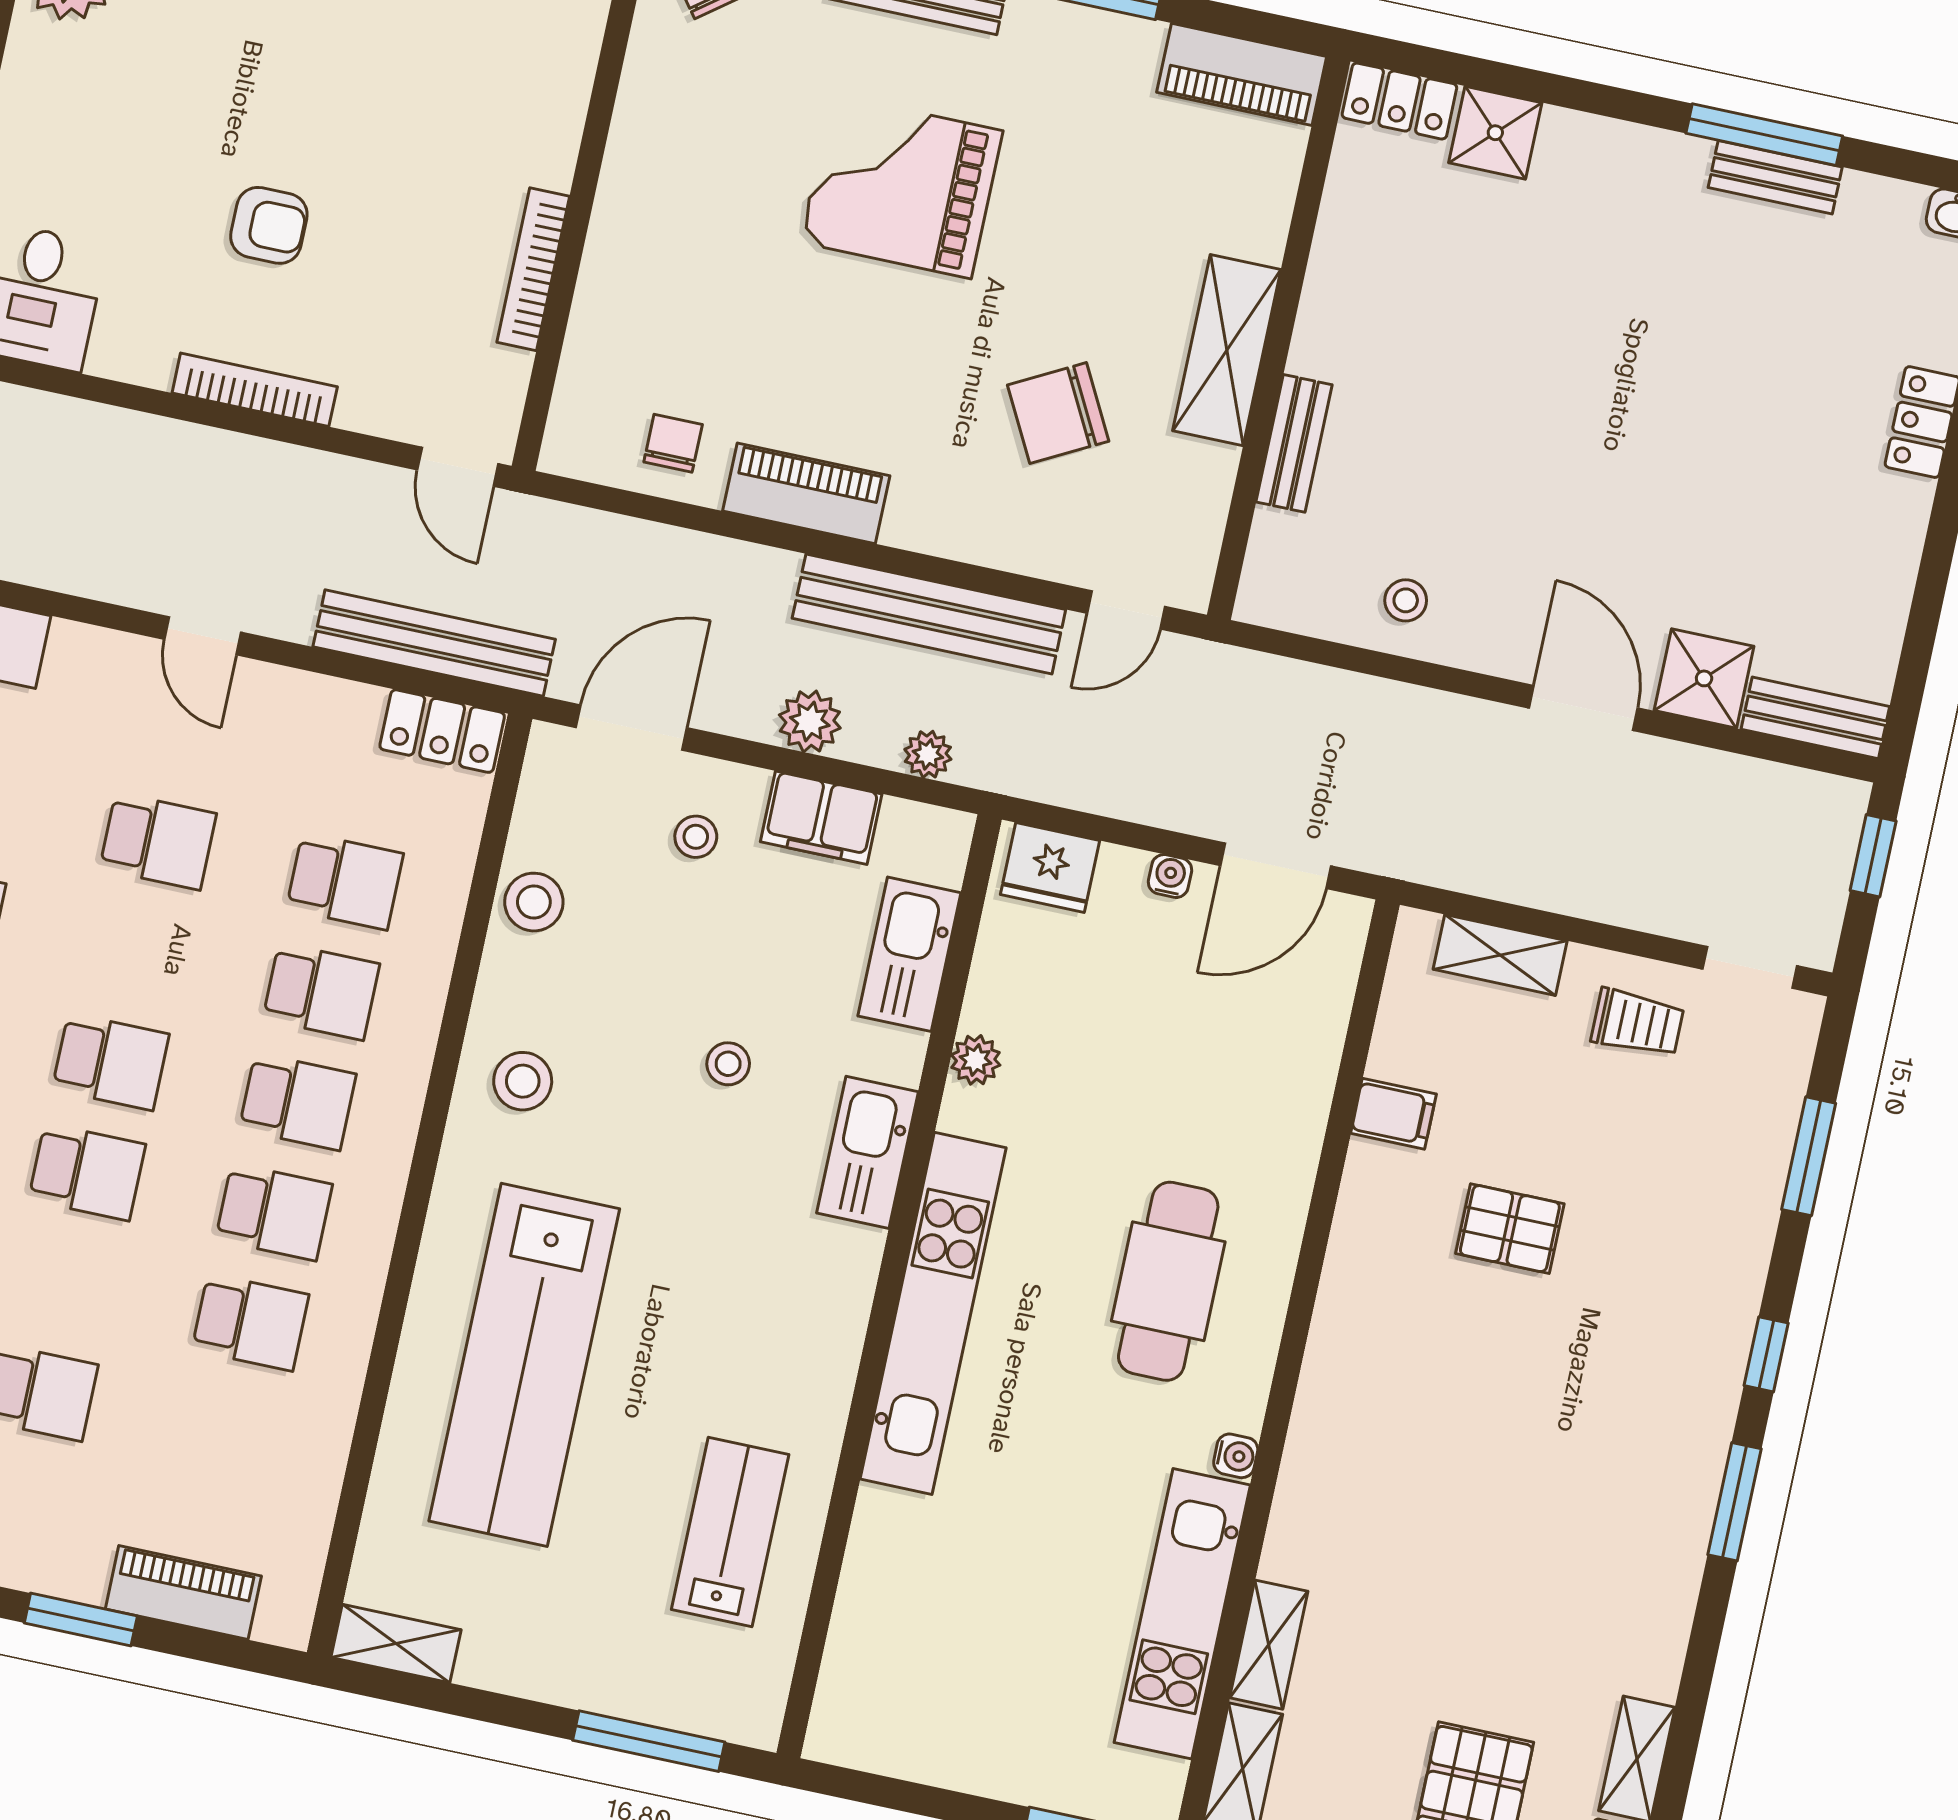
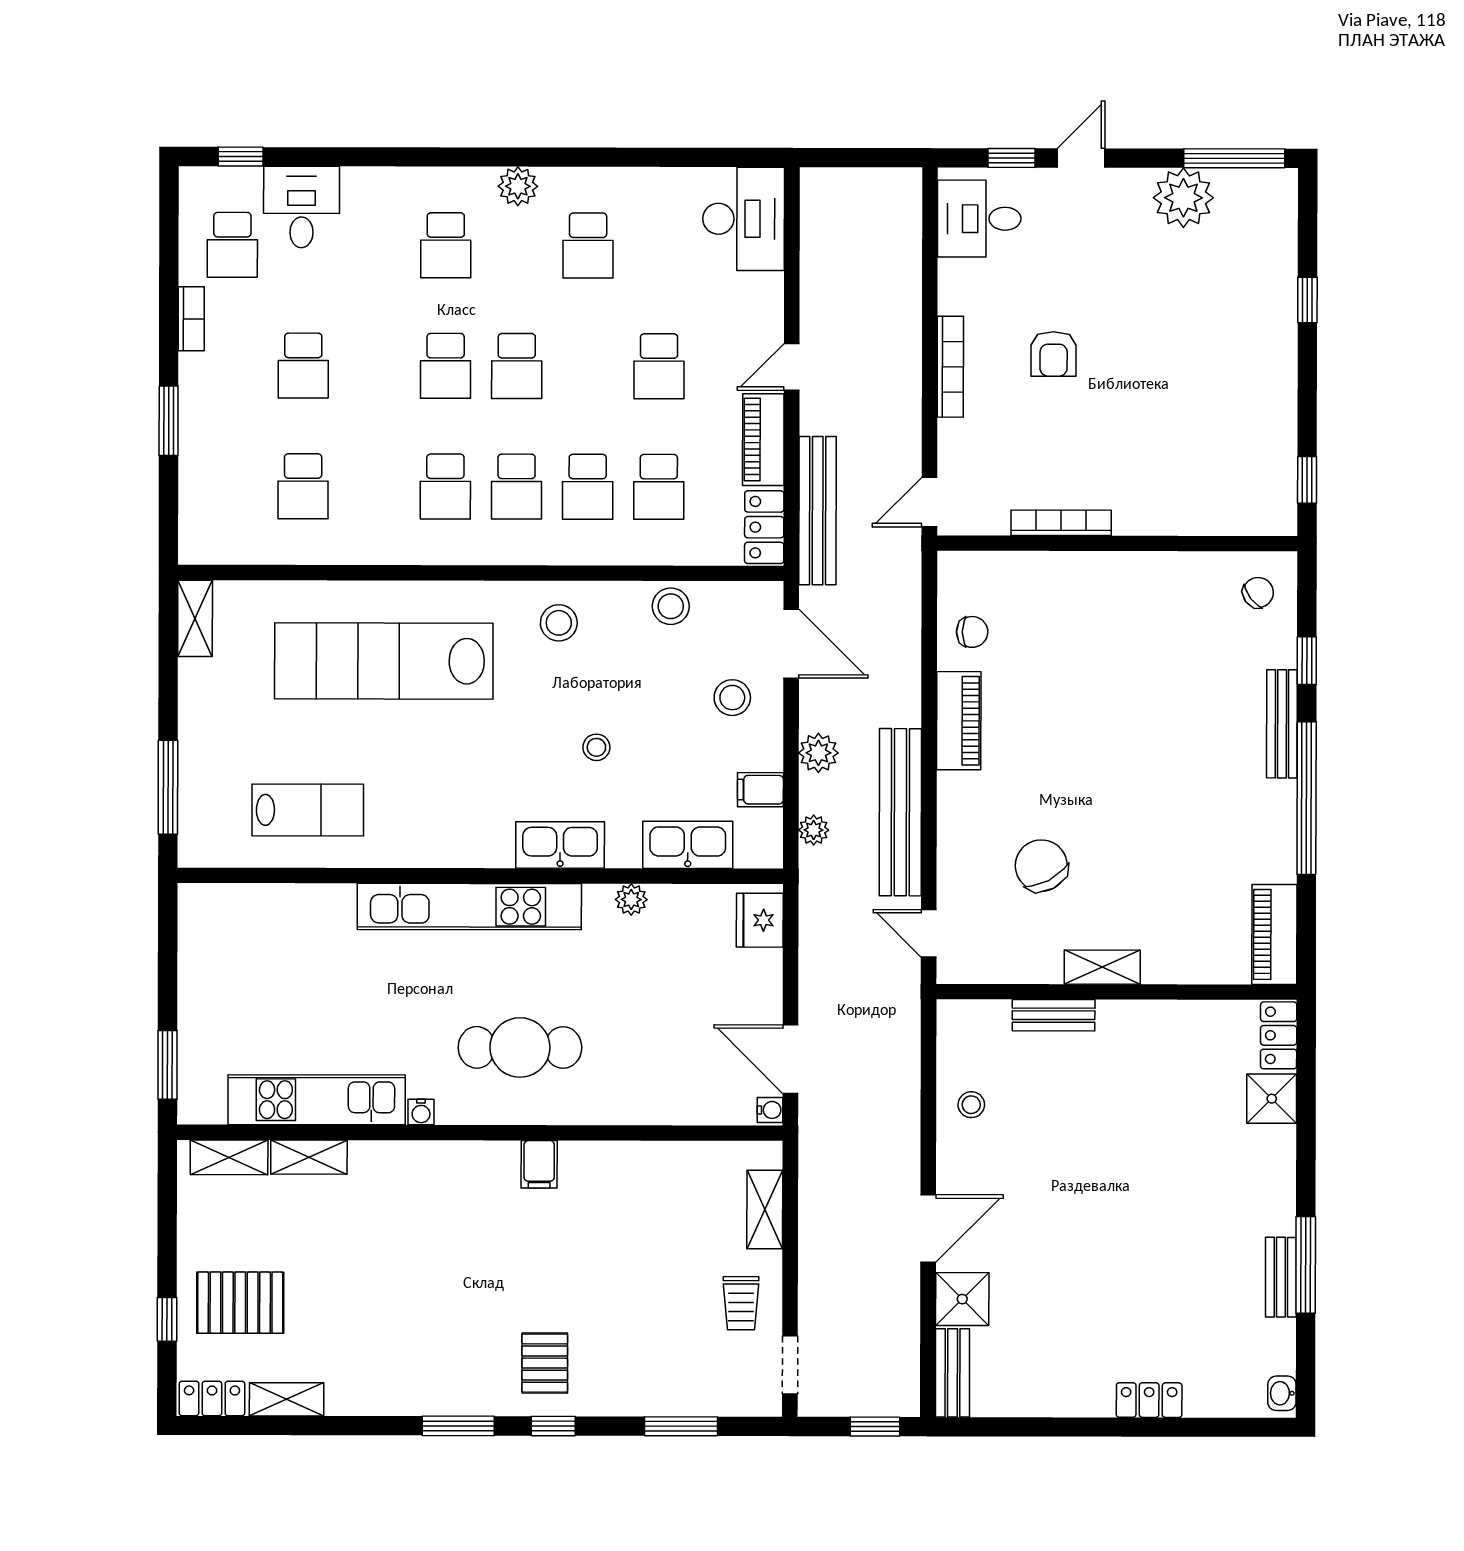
grand piano: (901, 186) -> (1161, 739), removed
shelving: (1227, 350) -> (1102, 967), width x0.67, depth x0.75
filing cabinet: (821, 818) -> (760, 790), width x0.50
stool: (696, 837) -> (732, 698), width x1.37, depth x1.37
water cooler: (1170, 876) -> (770, 1110), moved
filing cabinet: (1393, 1114) -> (539, 1164), moved
pallet: (1510, 1229) -> (545, 1363), moved
school desk: (250, 1322) -> (303, 486), moved
piano: (183, 1593) -> (763, 440), moved, turned 180

